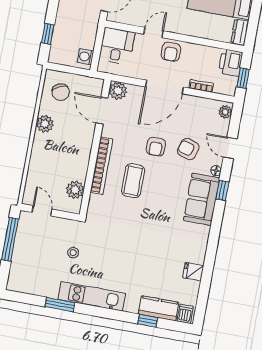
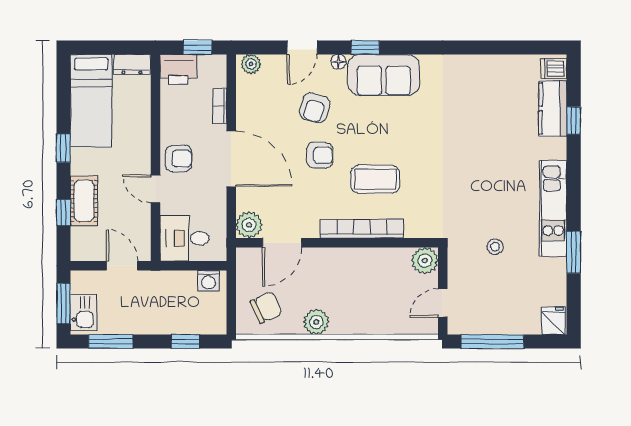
plant: (75, 190) -> (425, 261), moved
fridge: (193, 272) -> (553, 321), moved, turned 180

